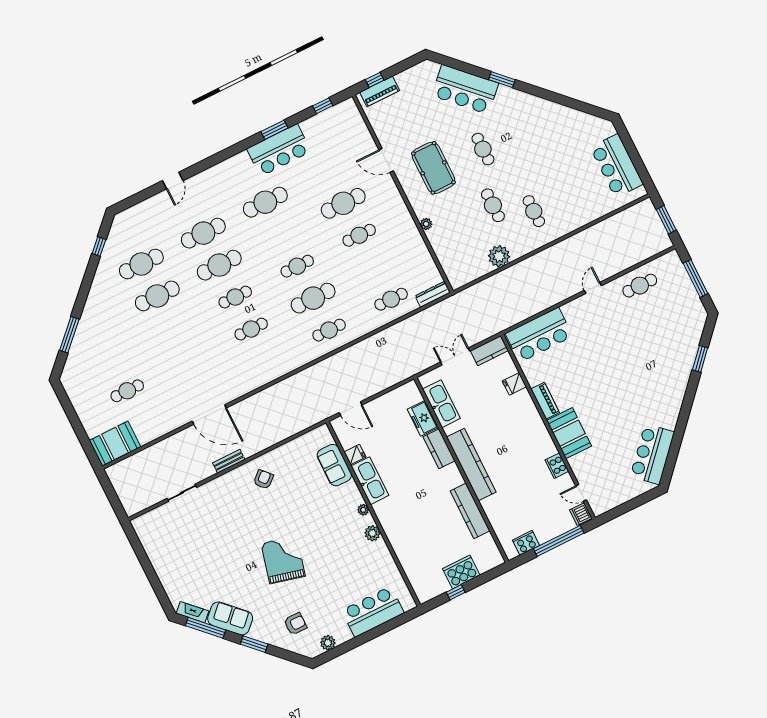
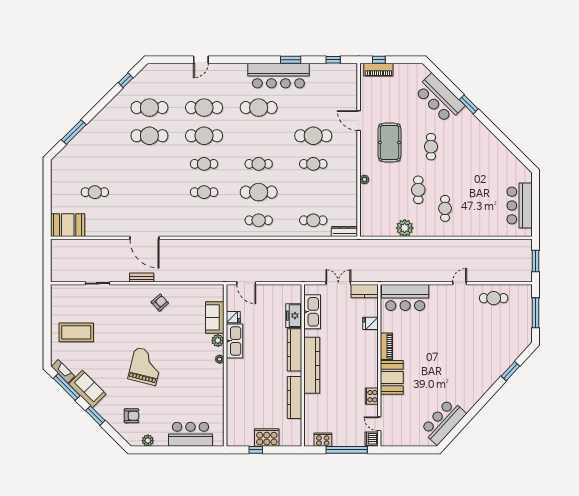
bar counter: (279, 150) -> (278, 76), width x1.36
kitchen counter: (439, 449) -> (294, 350), width x1.50
plant: (372, 533) -> (218, 340), moved
coffee table: (186, 560) -> (76, 332), added

